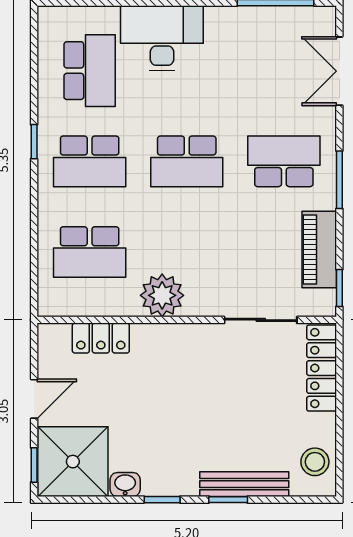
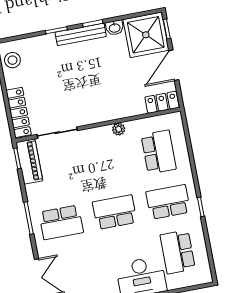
piano: (319, 249) -> (29, 162), moved
school desk: (90, 252) -> (159, 152), turned 90
plant: (162, 295) -> (119, 129), width x0.53, depth x0.53
locker: (101, 338) -> (162, 102), moved
door: (34, 399) -> (174, 65), width x1.38
bench: (244, 484) -> (81, 34), moved

